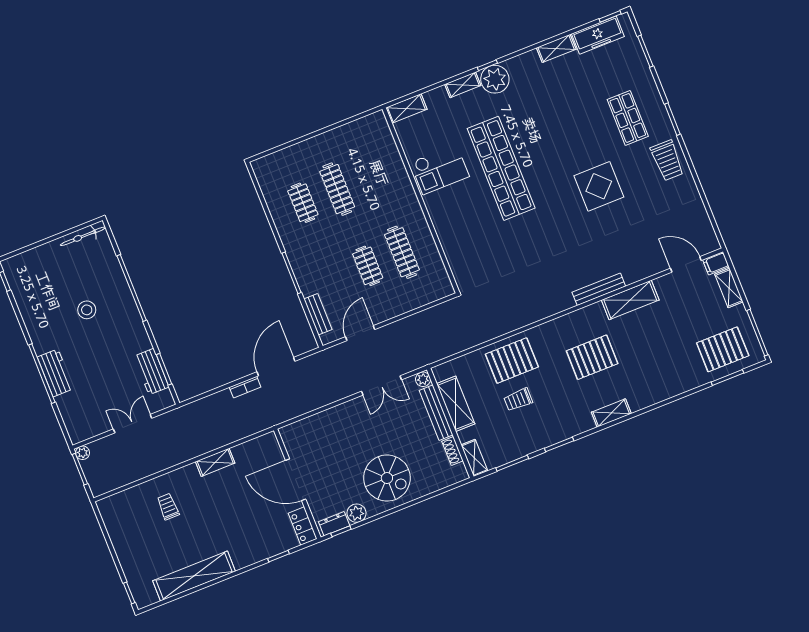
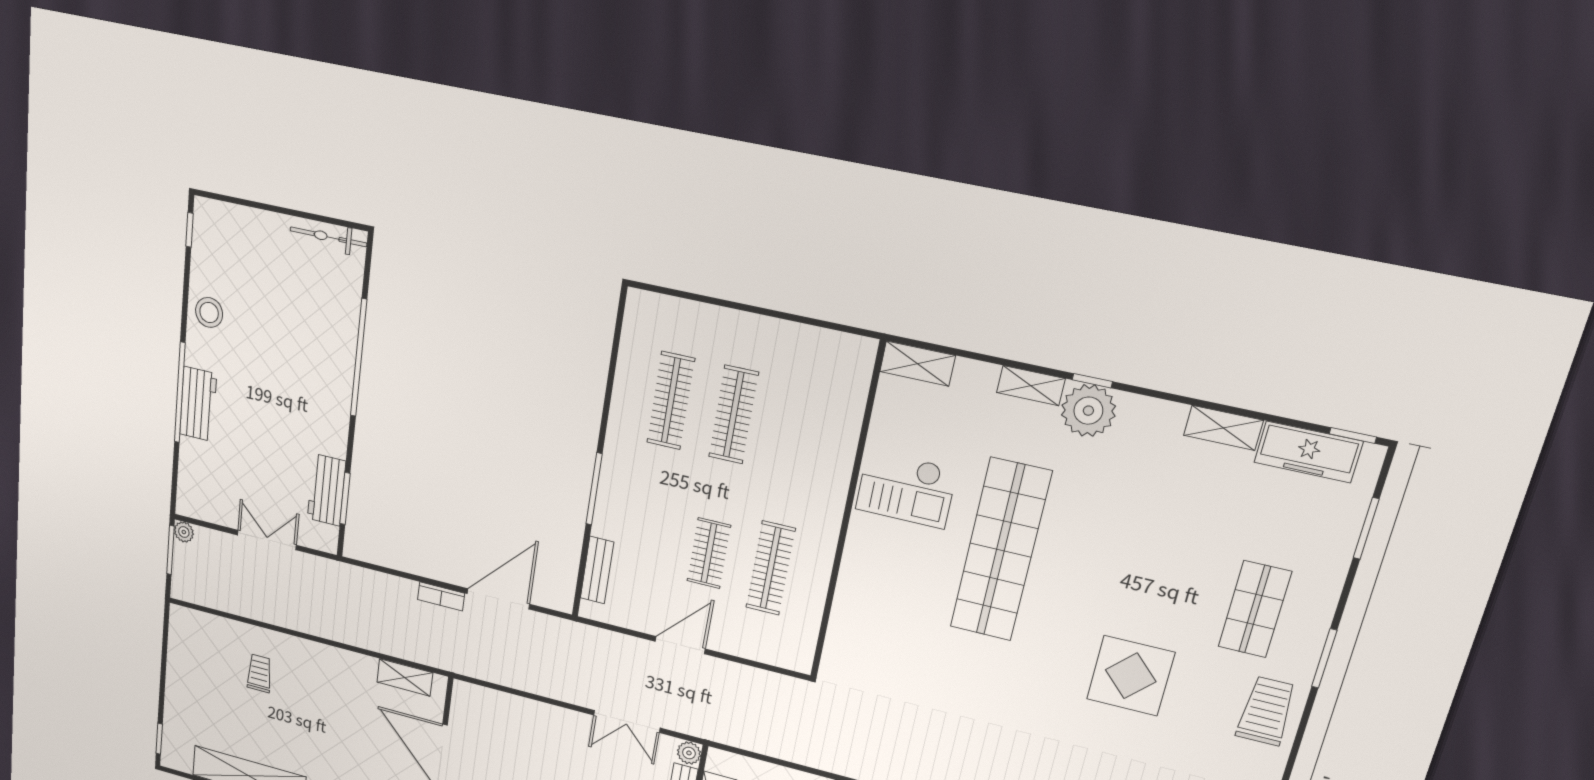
trolley: (667, 160) -> (1266, 711), turned 180
clothes rail: (303, 203) -> (671, 401), width x1.36
stool: (87, 310) -> (209, 313), moved
door: (360, 333) -> (680, 645), moved
shelving: (215, 462) -> (405, 677), moved

